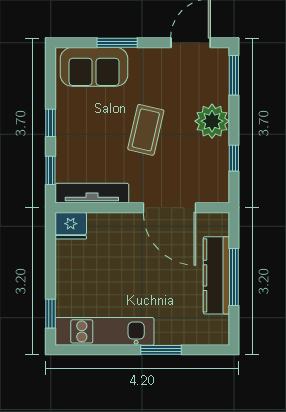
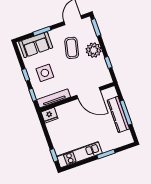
coffee table: (146, 130) -> (72, 48), moved
side table: (92, 133) -> (45, 73), added

